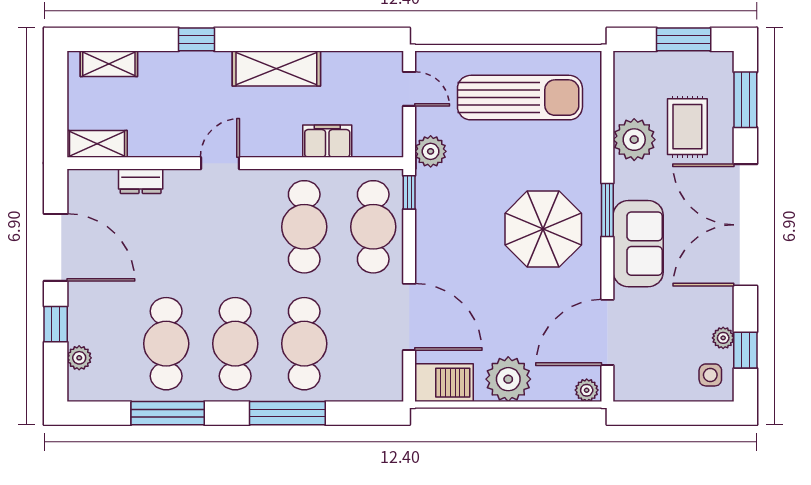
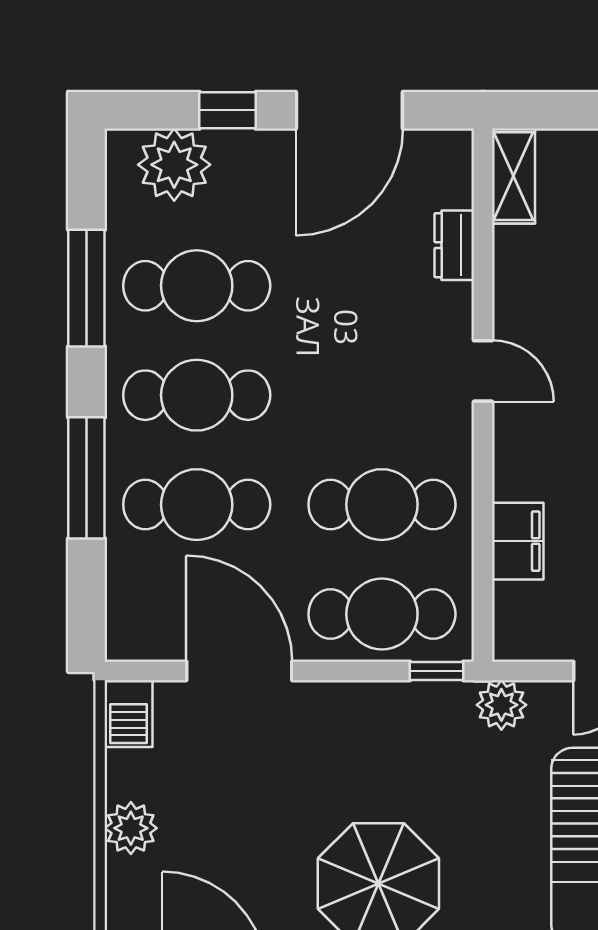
door: (409, 317) -> (239, 671), swing flipped
plant: (79, 358) -> (174, 165), width x1.88, depth x1.88
plant: (508, 379) -> (131, 828), width x0.73, depth x0.73
barbecue: (444, 383) -> (129, 714), width x0.73, depth x0.79

